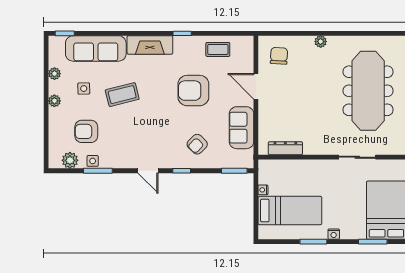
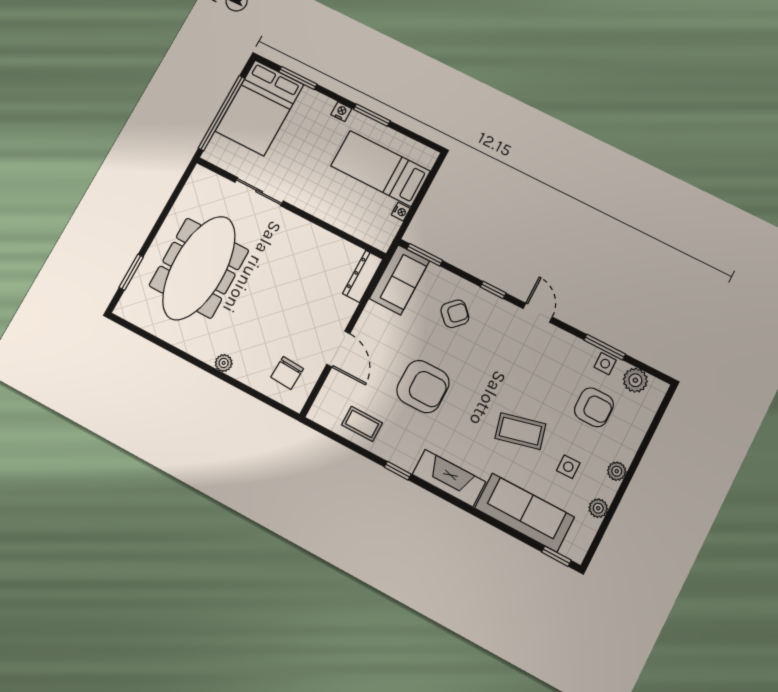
sofa: (241, 128) -> (399, 280), moved
dresser: (285, 148) -> (363, 276), moved, turned 90

